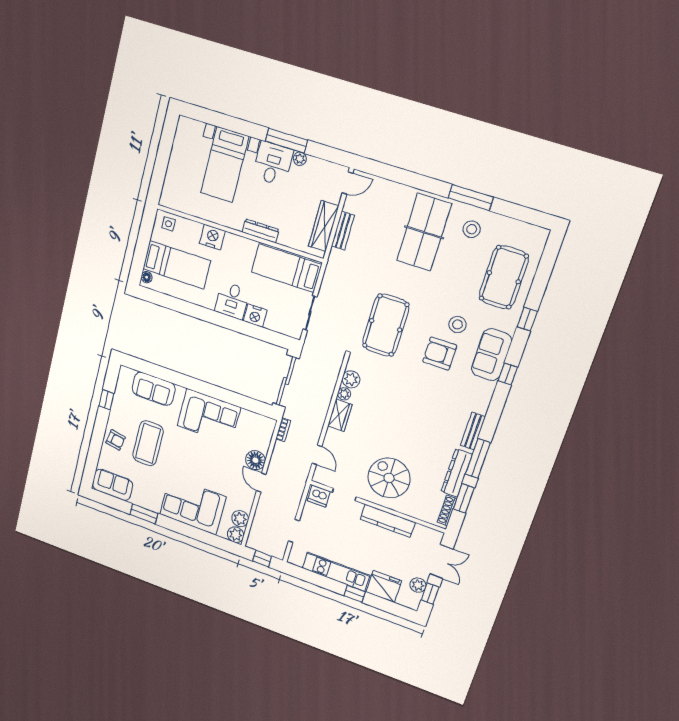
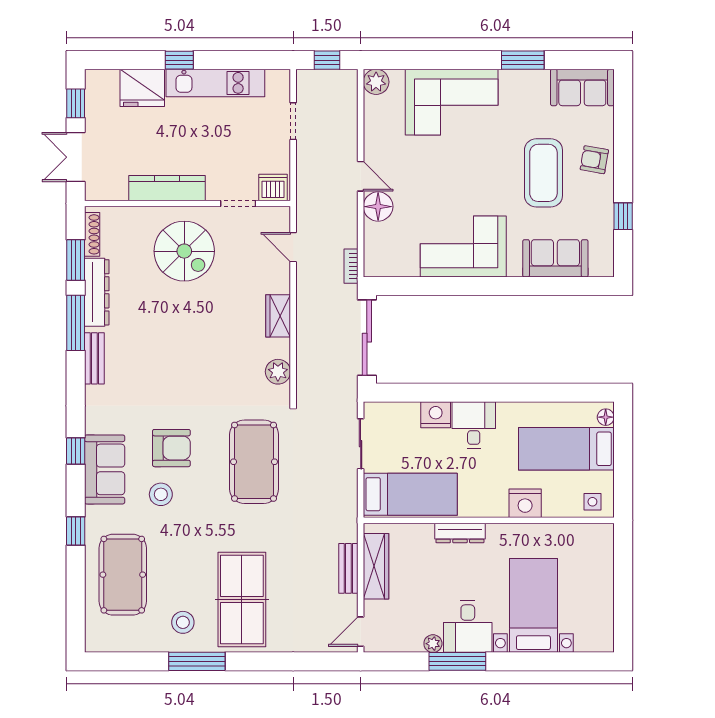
plant: (344, 394) -> (281, 348), removed
plant: (240, 519) -> (376, 109), removed
plant: (418, 585) -> (96, 109), removed

